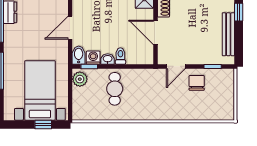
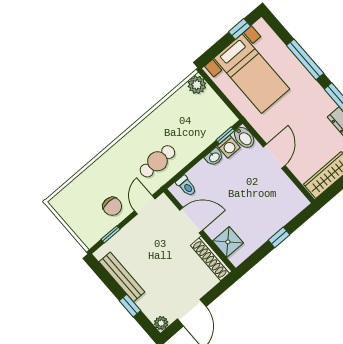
toilet: (120, 56) -> (186, 186), moved
plant: (80, 79) -> (197, 85), moved
cafe table: (115, 89) -> (157, 161), moved, turned 90
window: (43, 124) -> (239, 29), moved

